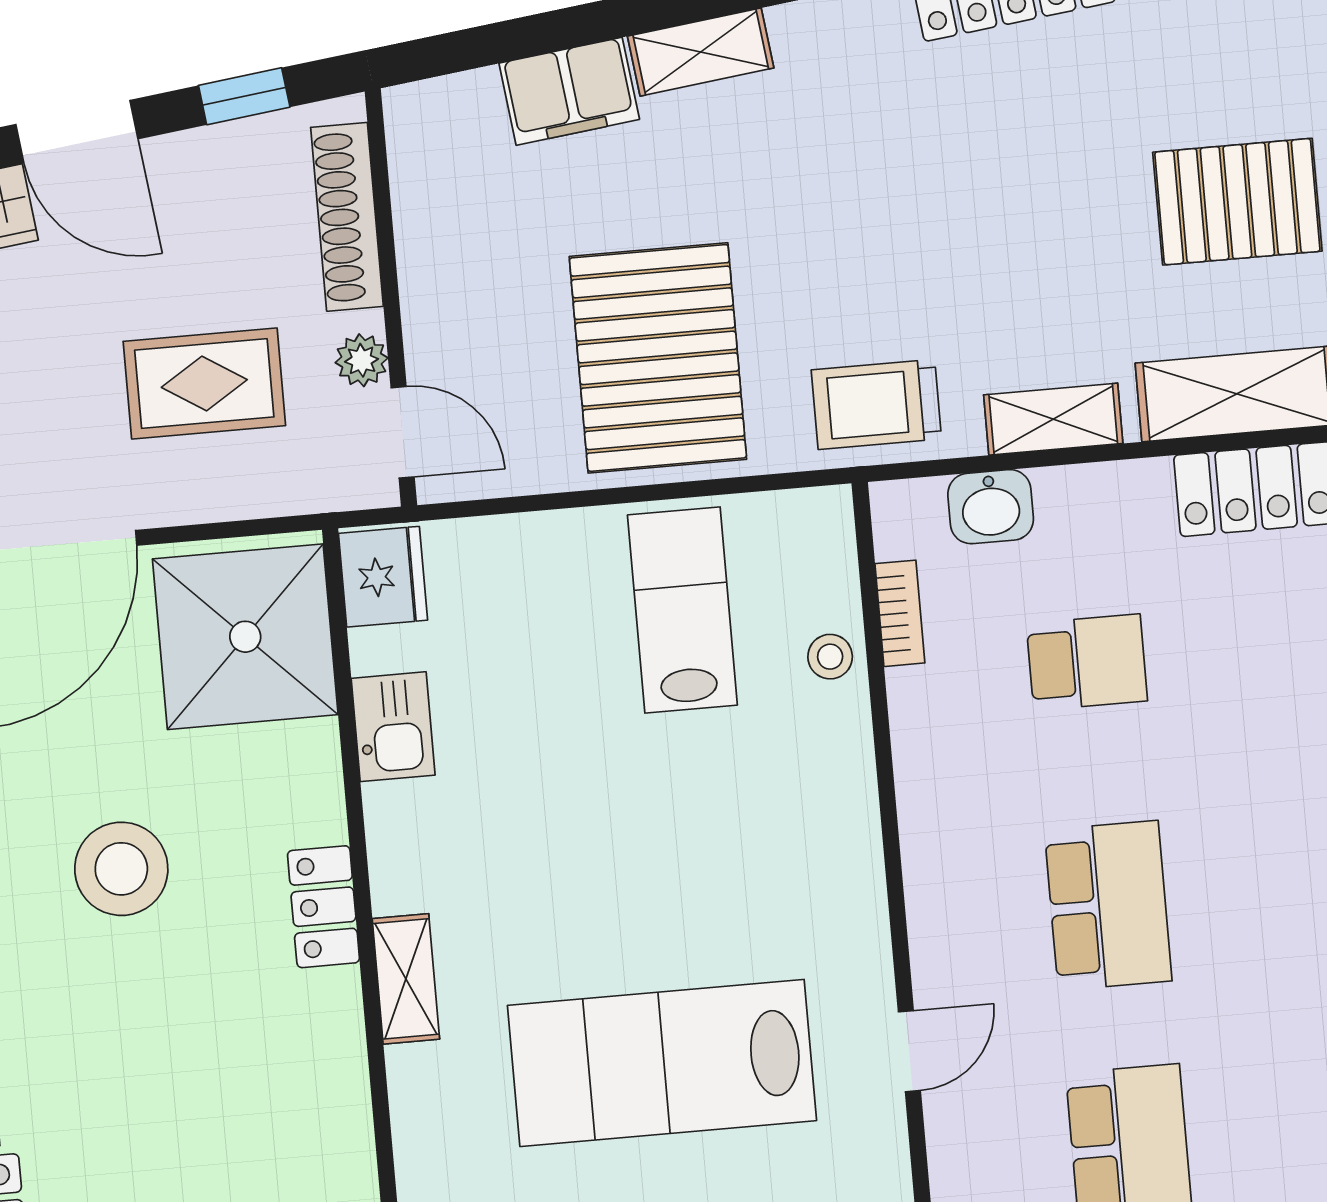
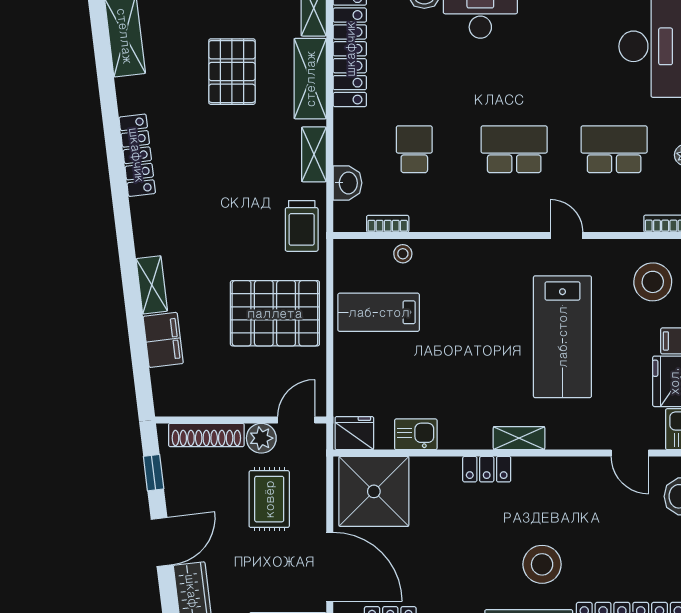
plant: (362, 360) -> (261, 438), width x1.38, depth x1.38
stool: (121, 869) -> (542, 564), moved

